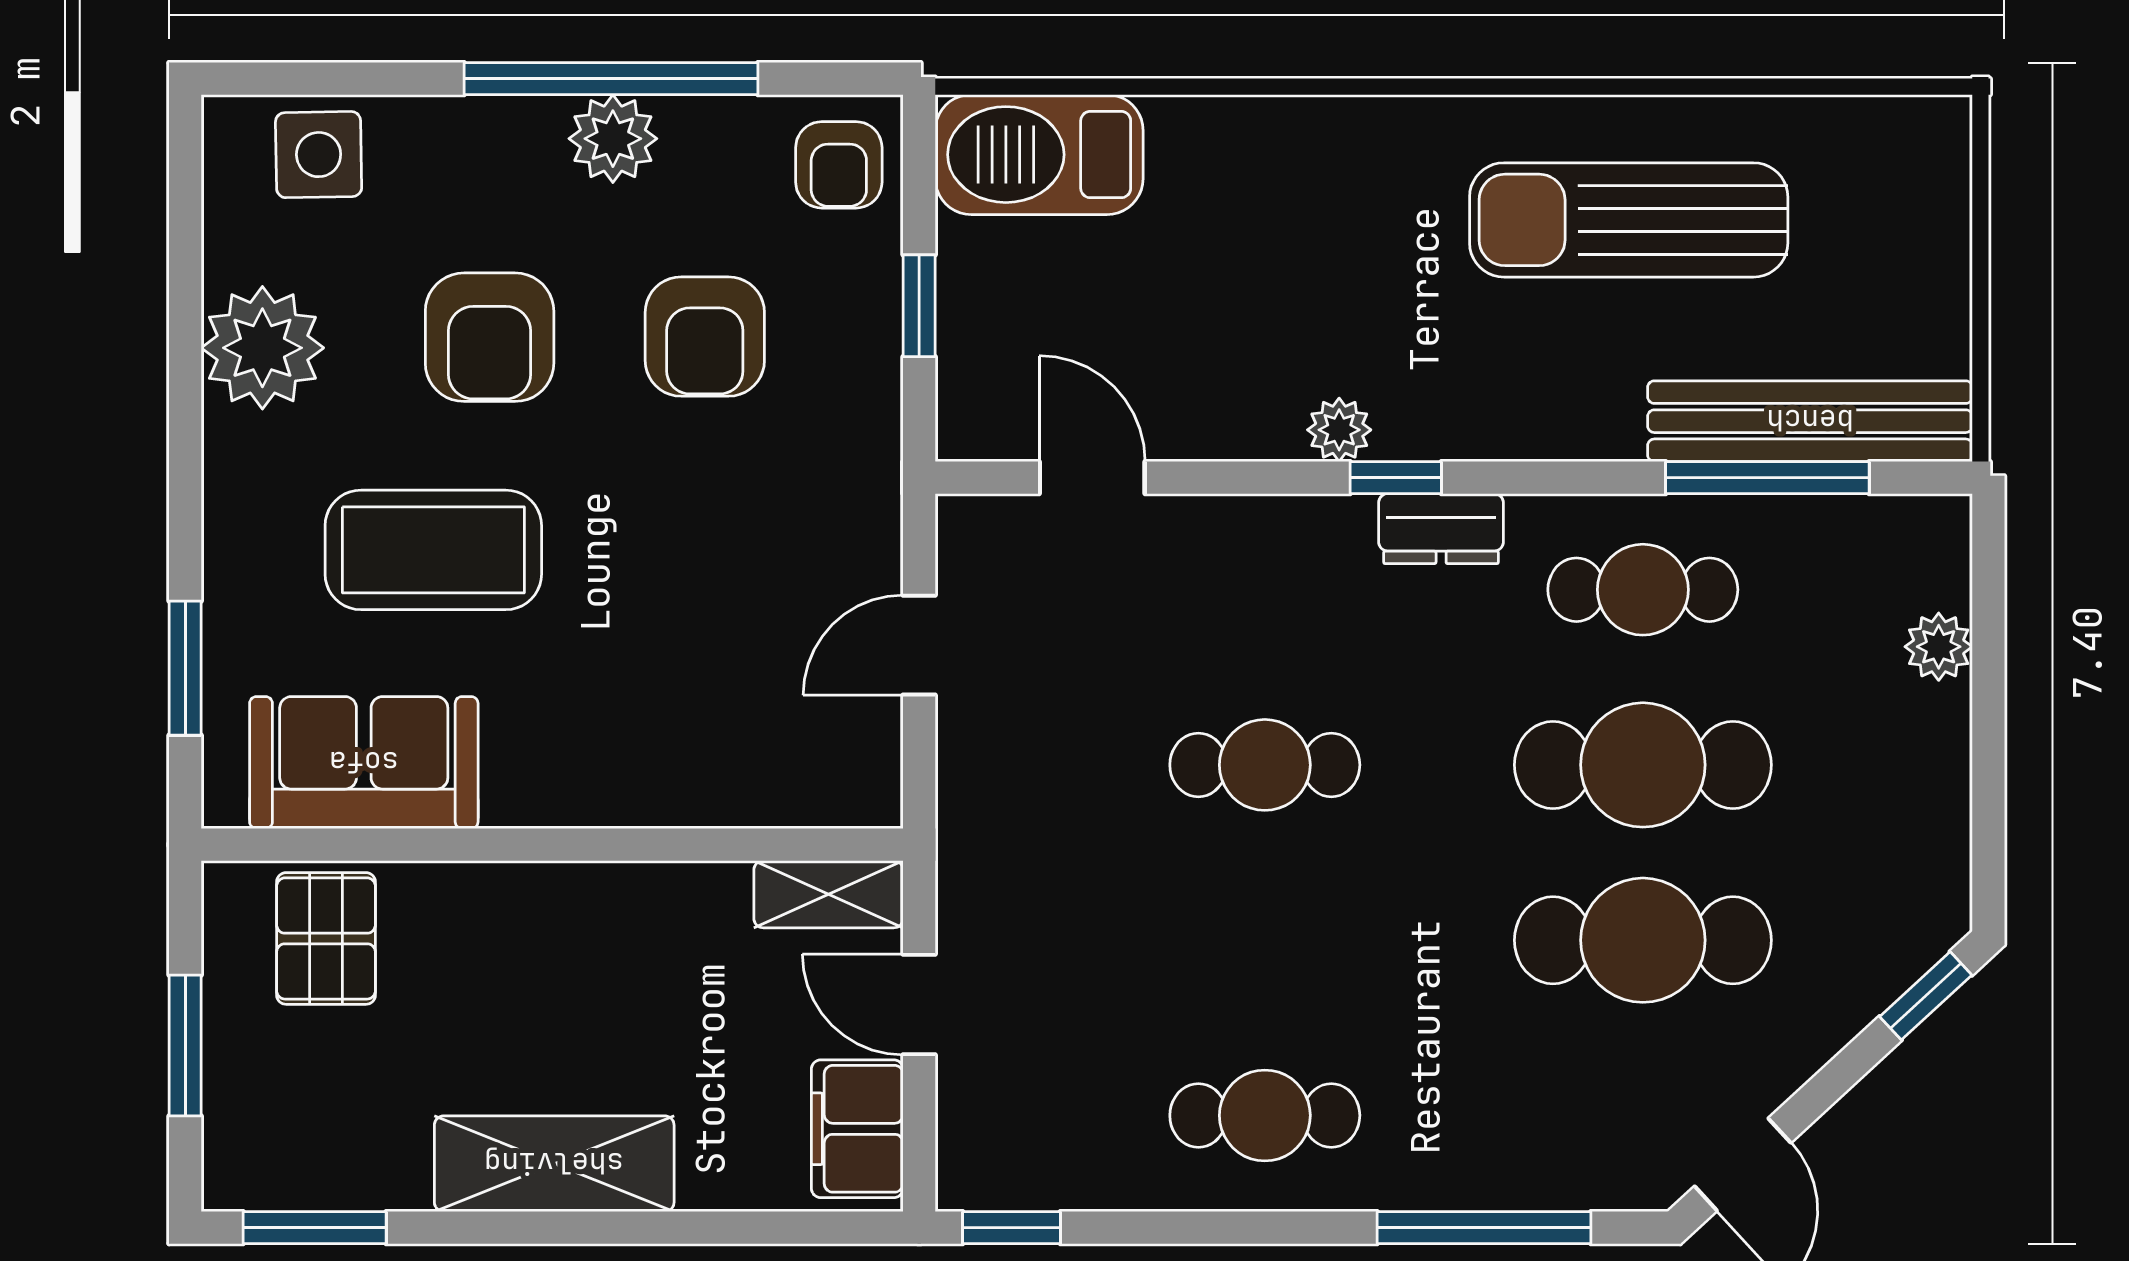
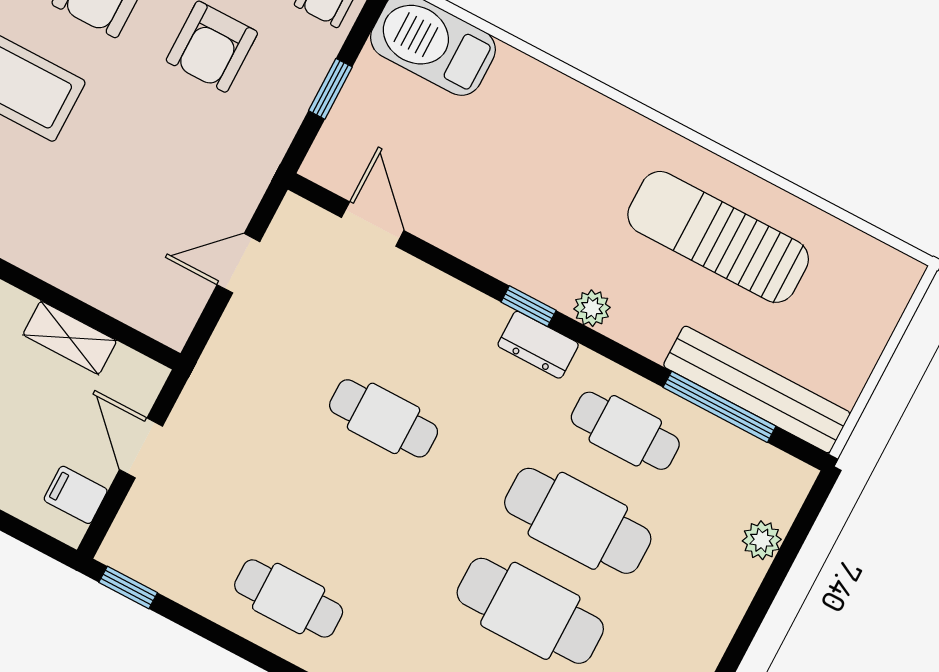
plant: (1339, 430) -> (592, 308), moved
shelving: (829, 894) -> (70, 338), moved
filing cabinet: (857, 1129) -> (76, 495), width x0.50

